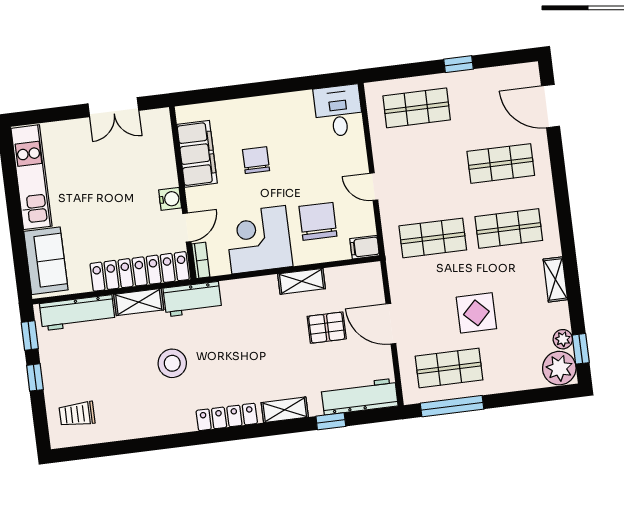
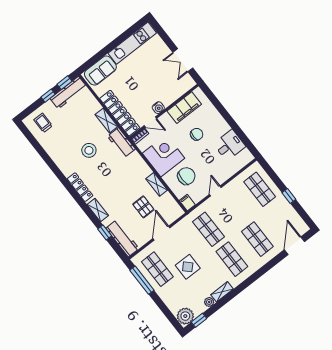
desk: (338, 111) -> (229, 145), moved
workbench: (77, 313) -> (68, 93), moved, turned -90
plant: (563, 339) -> (209, 302), moved

